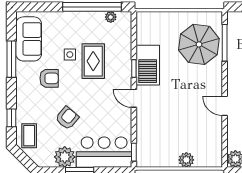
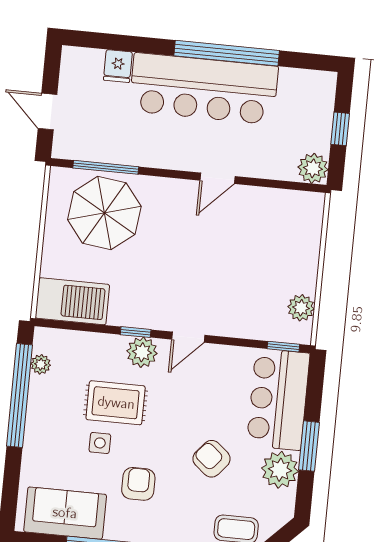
barbecue: (148, 65) -> (72, 301), moved
plant: (123, 73) -> (142, 352), added
plant: (186, 160) -> (301, 308), moved

